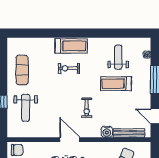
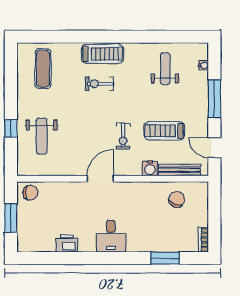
exercise mat: (22, 70) -> (43, 69), moved
treadmill: (116, 84) -> (164, 131), moved
door: (70, 140) -> (100, 179), hinge flipped

